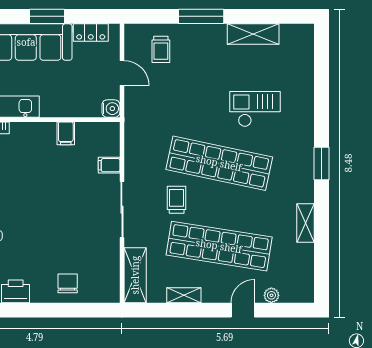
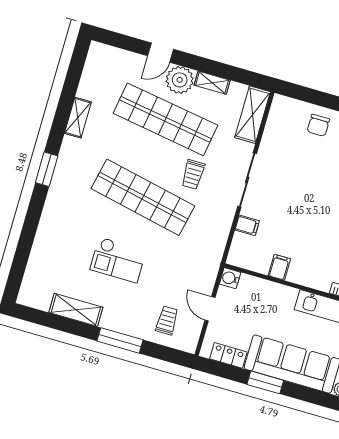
checkout: (255, 109) -> (118, 260), moved
plant: (271, 295) -> (180, 80), moved, width x1.87, depth x1.87

